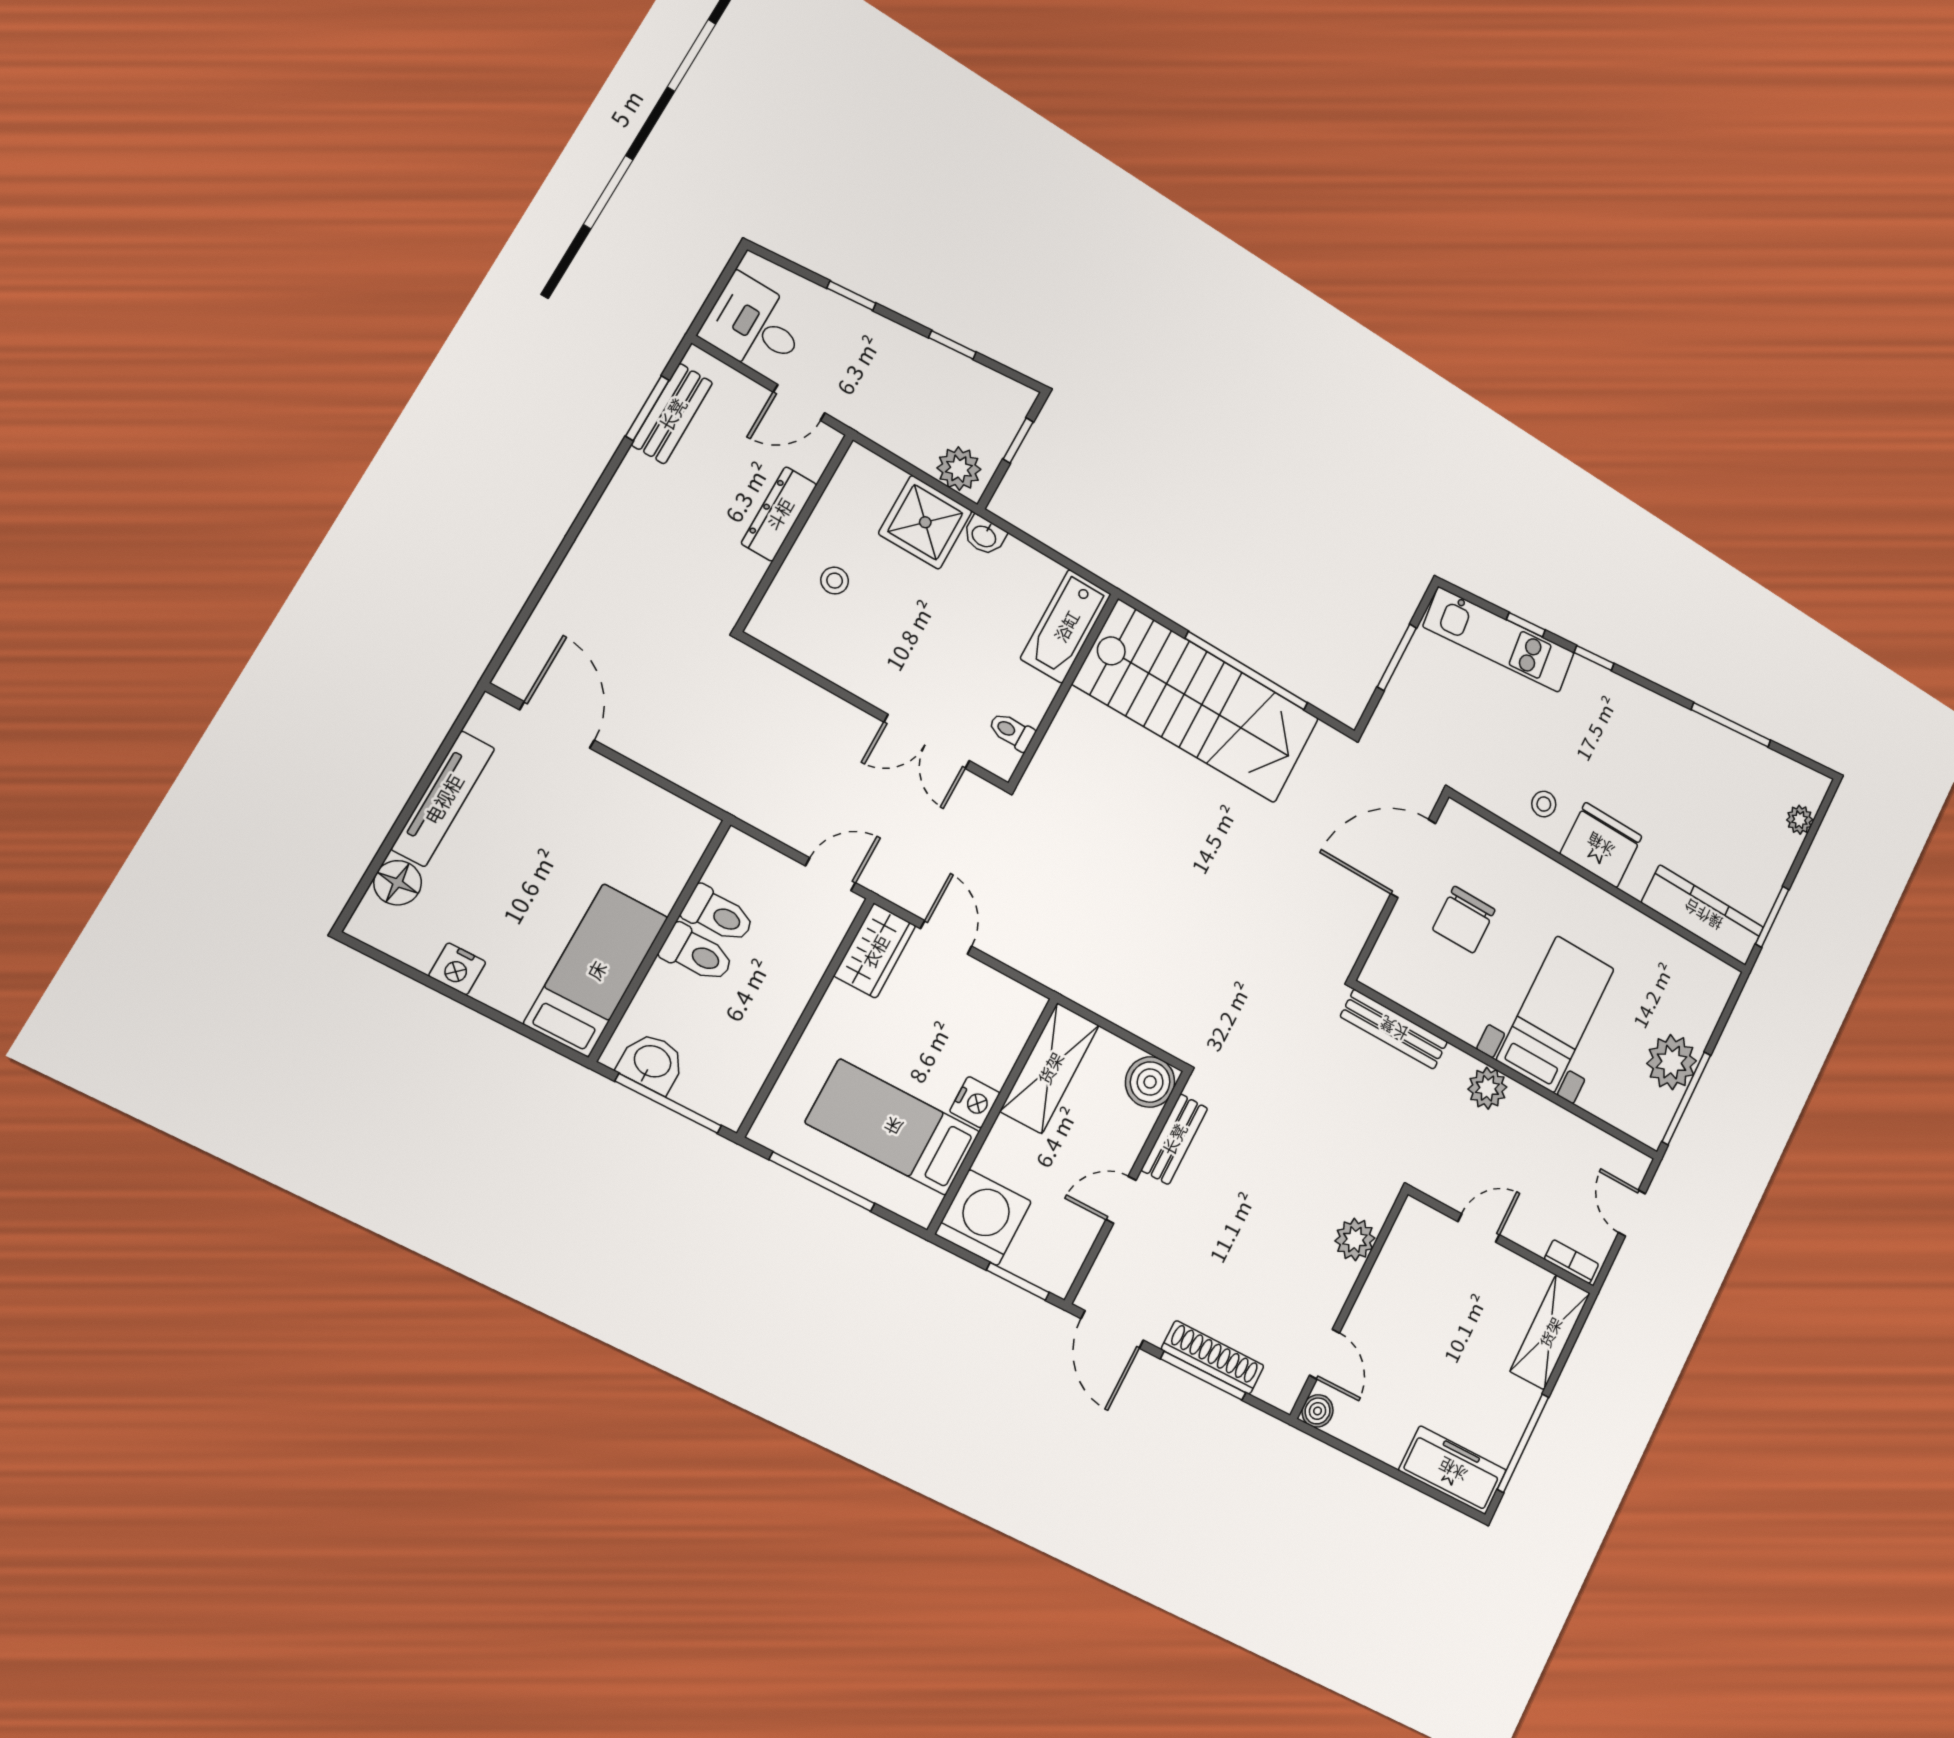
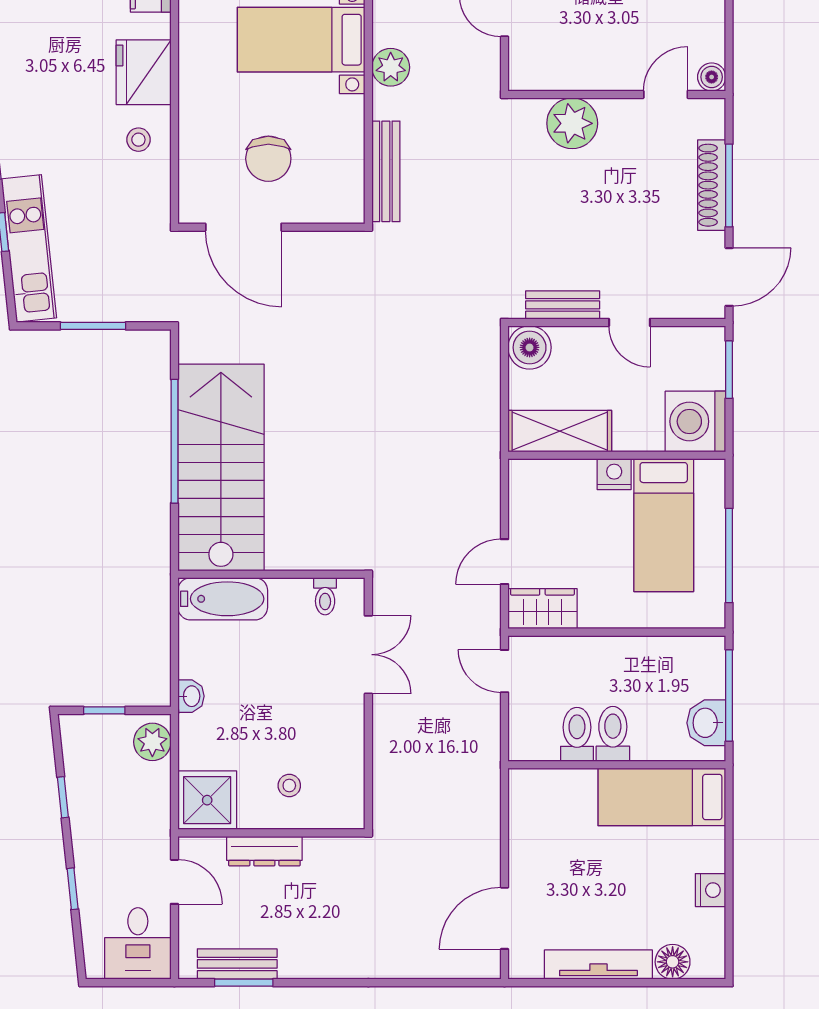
shower: (925, 522) -> (207, 800), moved
chair: (1464, 920) -> (268, 159), turned 90
plant: (1355, 1240) -> (572, 123), width x1.36, depth x1.36

